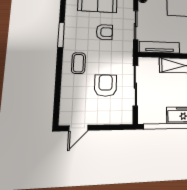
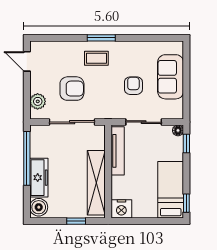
armchair: (104, 32) -> (133, 86), turned 180
window: (61, 35) -> (101, 38), moved
plant: (117, 117) -> (38, 101), added

